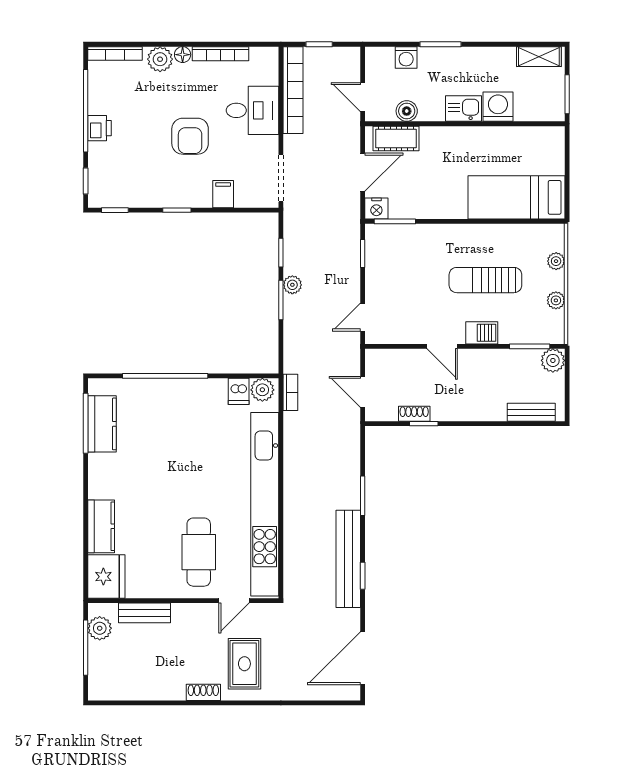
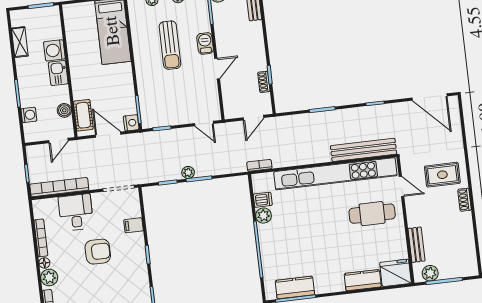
shelving: (539, 57) -> (20, 42), moved
plant: (262, 390) -> (264, 216), moved
bench: (348, 559) -> (364, 150), moved

